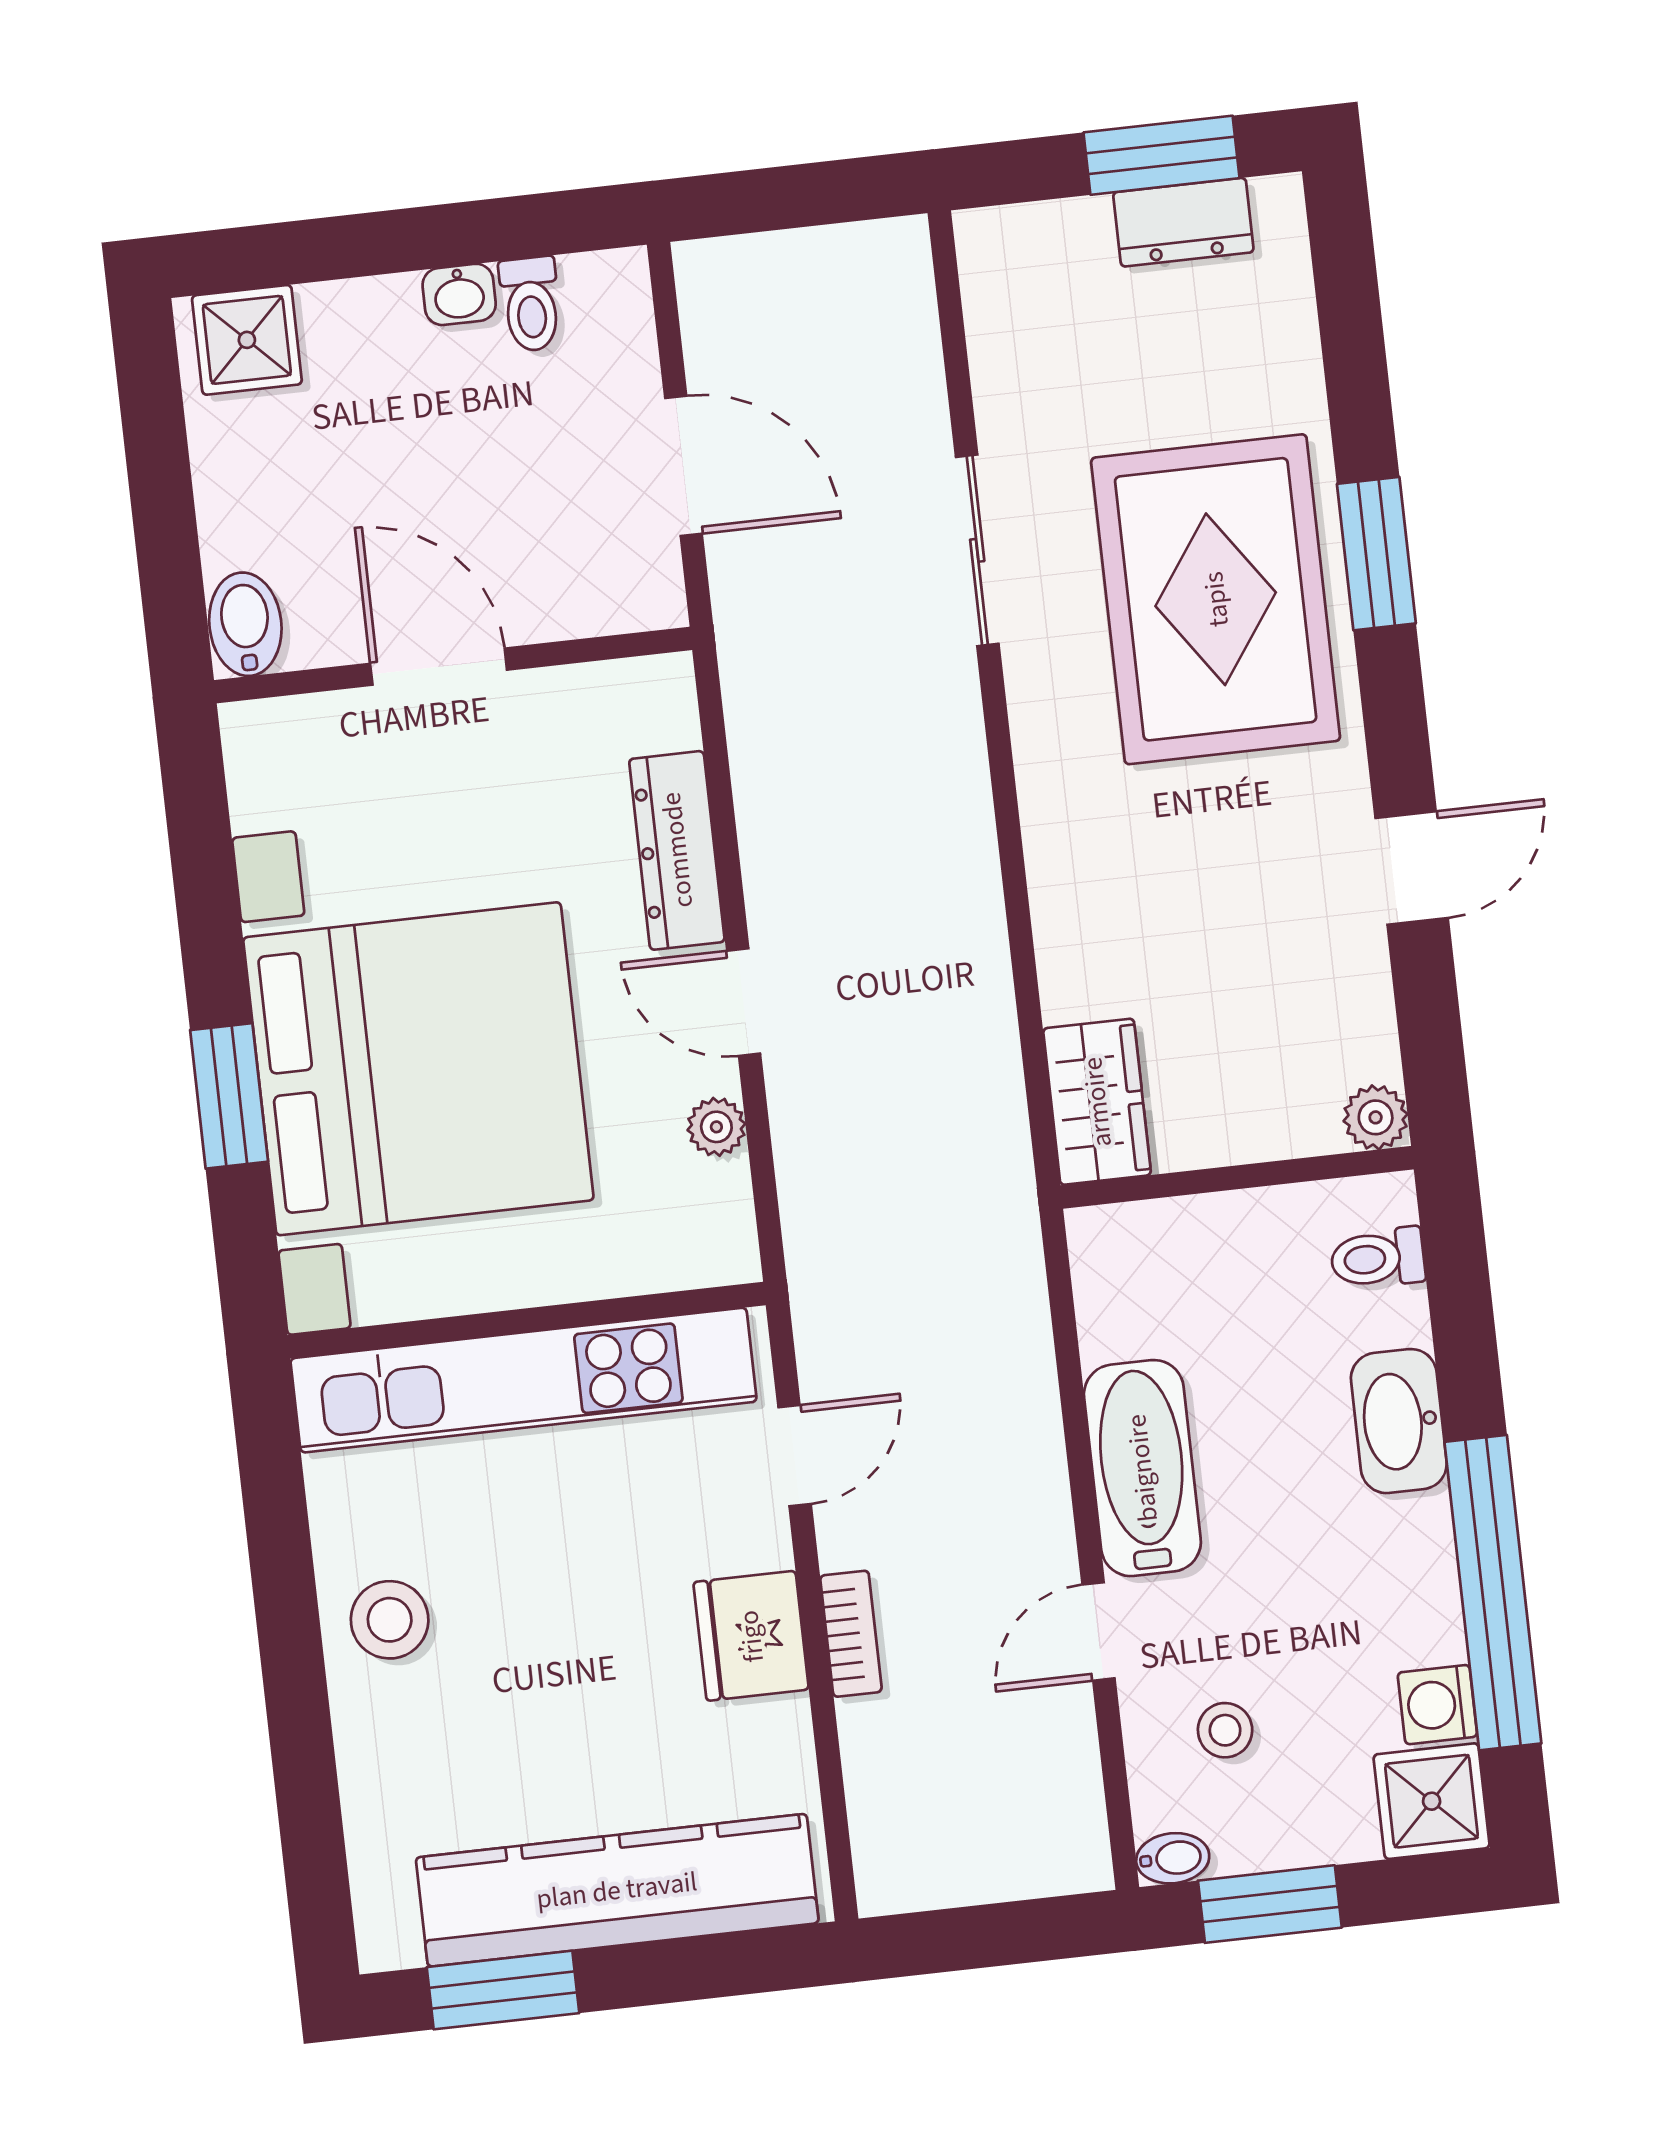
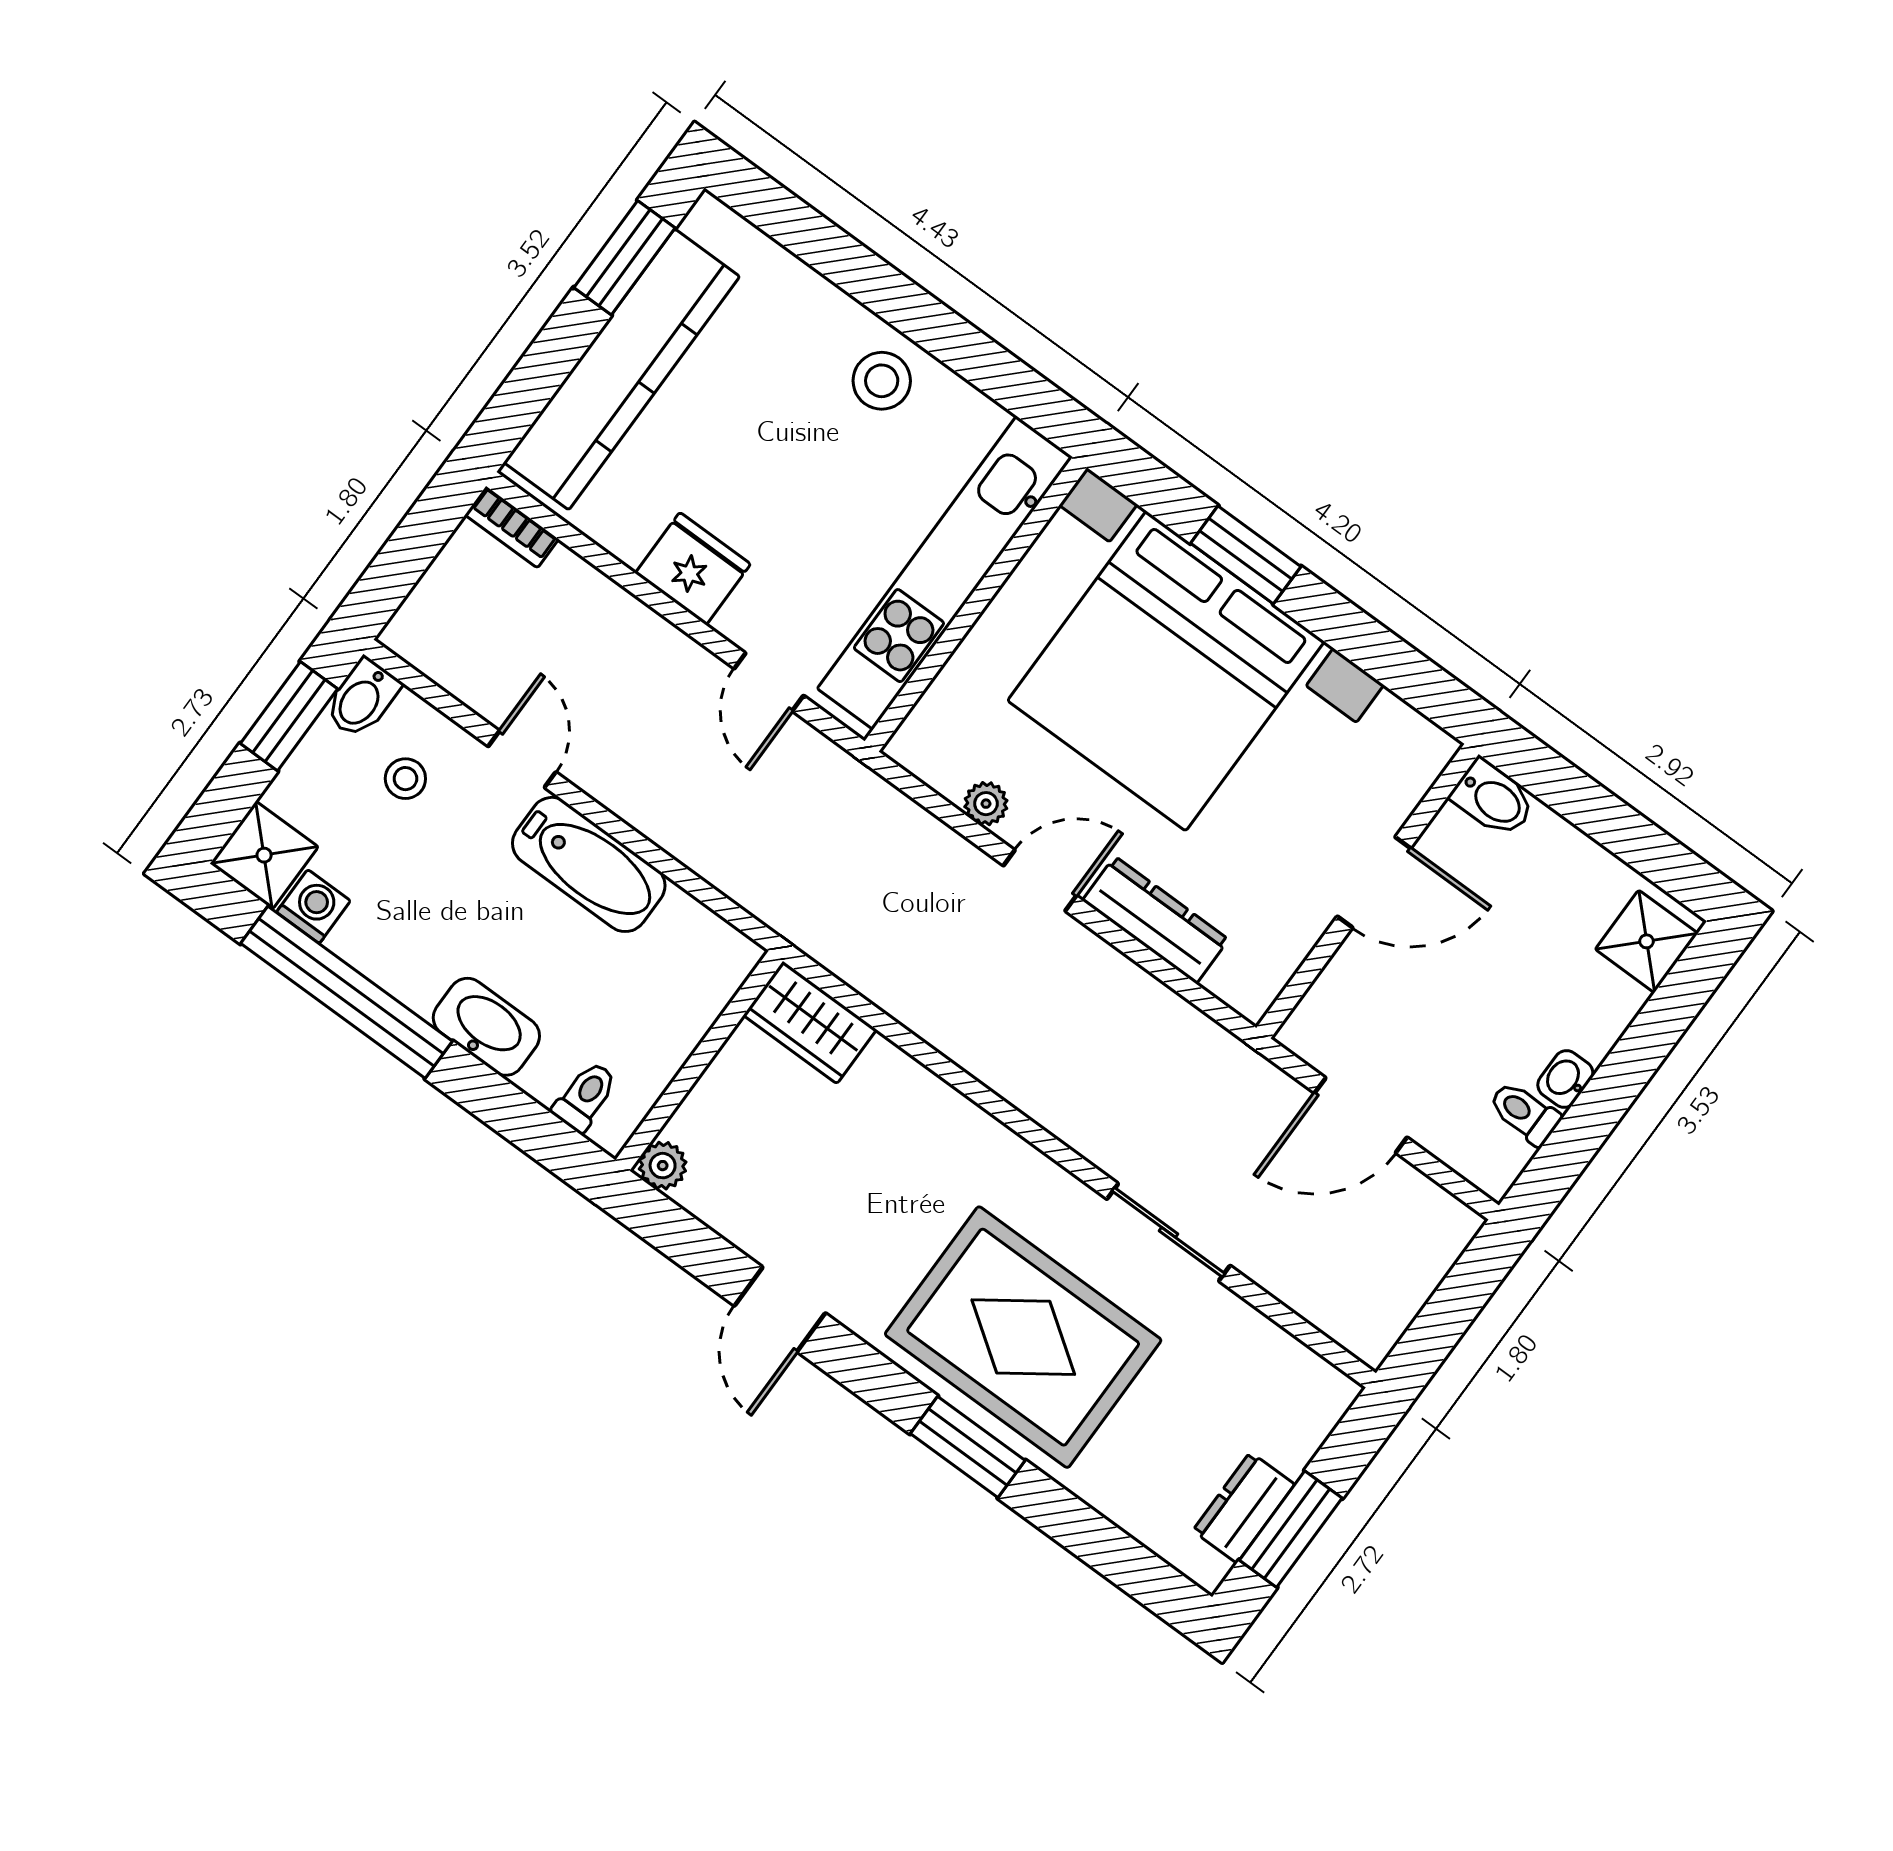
bookcase: (851, 1634) -> (512, 527), moved
bidet: (1173, 1858) -> (362, 698), width x1.38, depth x1.36

